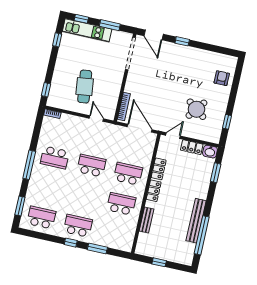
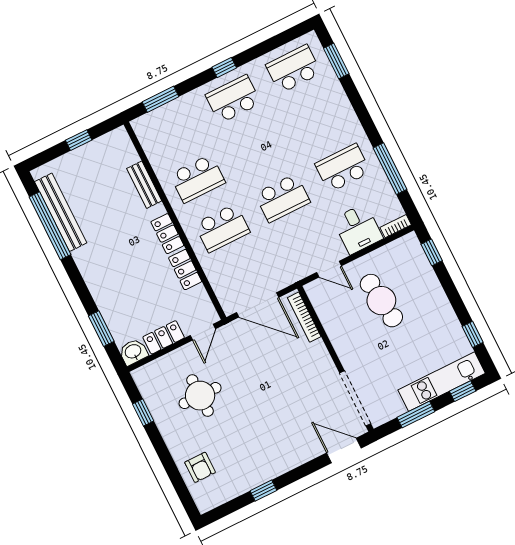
window: (182, 41) -> (263, 491), moved
round table: (196, 109) -> (200, 396), turned -37
desk: (70, 126) -> (358, 229), added
window: (29, 165) -> (390, 169), moved
school desk: (41, 218) -> (293, 69), turned 180
bench: (196, 221) -> (61, 212), moved
school desk: (78, 226) -> (233, 99), turned 180
window: (97, 248) -> (161, 99), moved

